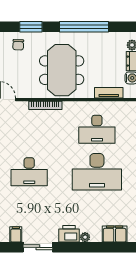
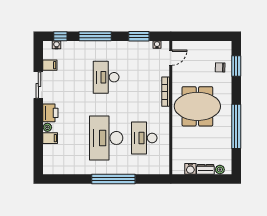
window: (31, 27) -> (236, 66), moved
tv unit: (109, 93) -> (177, 149), removed
filing cabinet: (115, 234) -> (50, 138), moved, width x0.50

